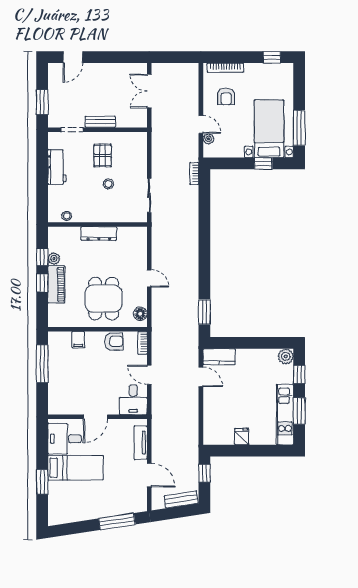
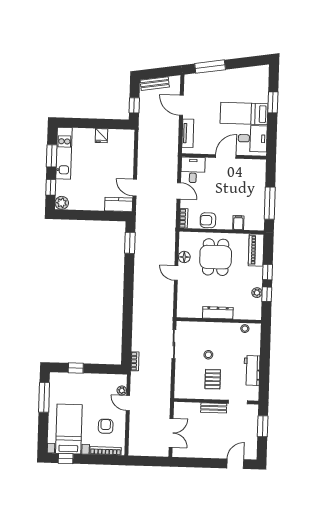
bed with nightstands: (269, 129) -> (69, 429), moved, turned 180
piano: (56, 284) -> (256, 250), moved
floor lamp: (140, 314) -> (184, 257), moved

